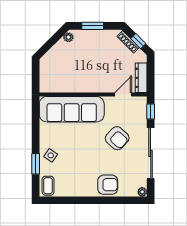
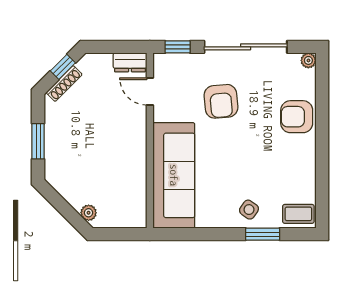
plant: (68, 37) -> (89, 213), moved
dresser: (141, 78) -> (130, 62), width x0.70
armchair: (117, 138) -> (221, 101), turned 133
armchair: (108, 185) -> (297, 117), turned -90

